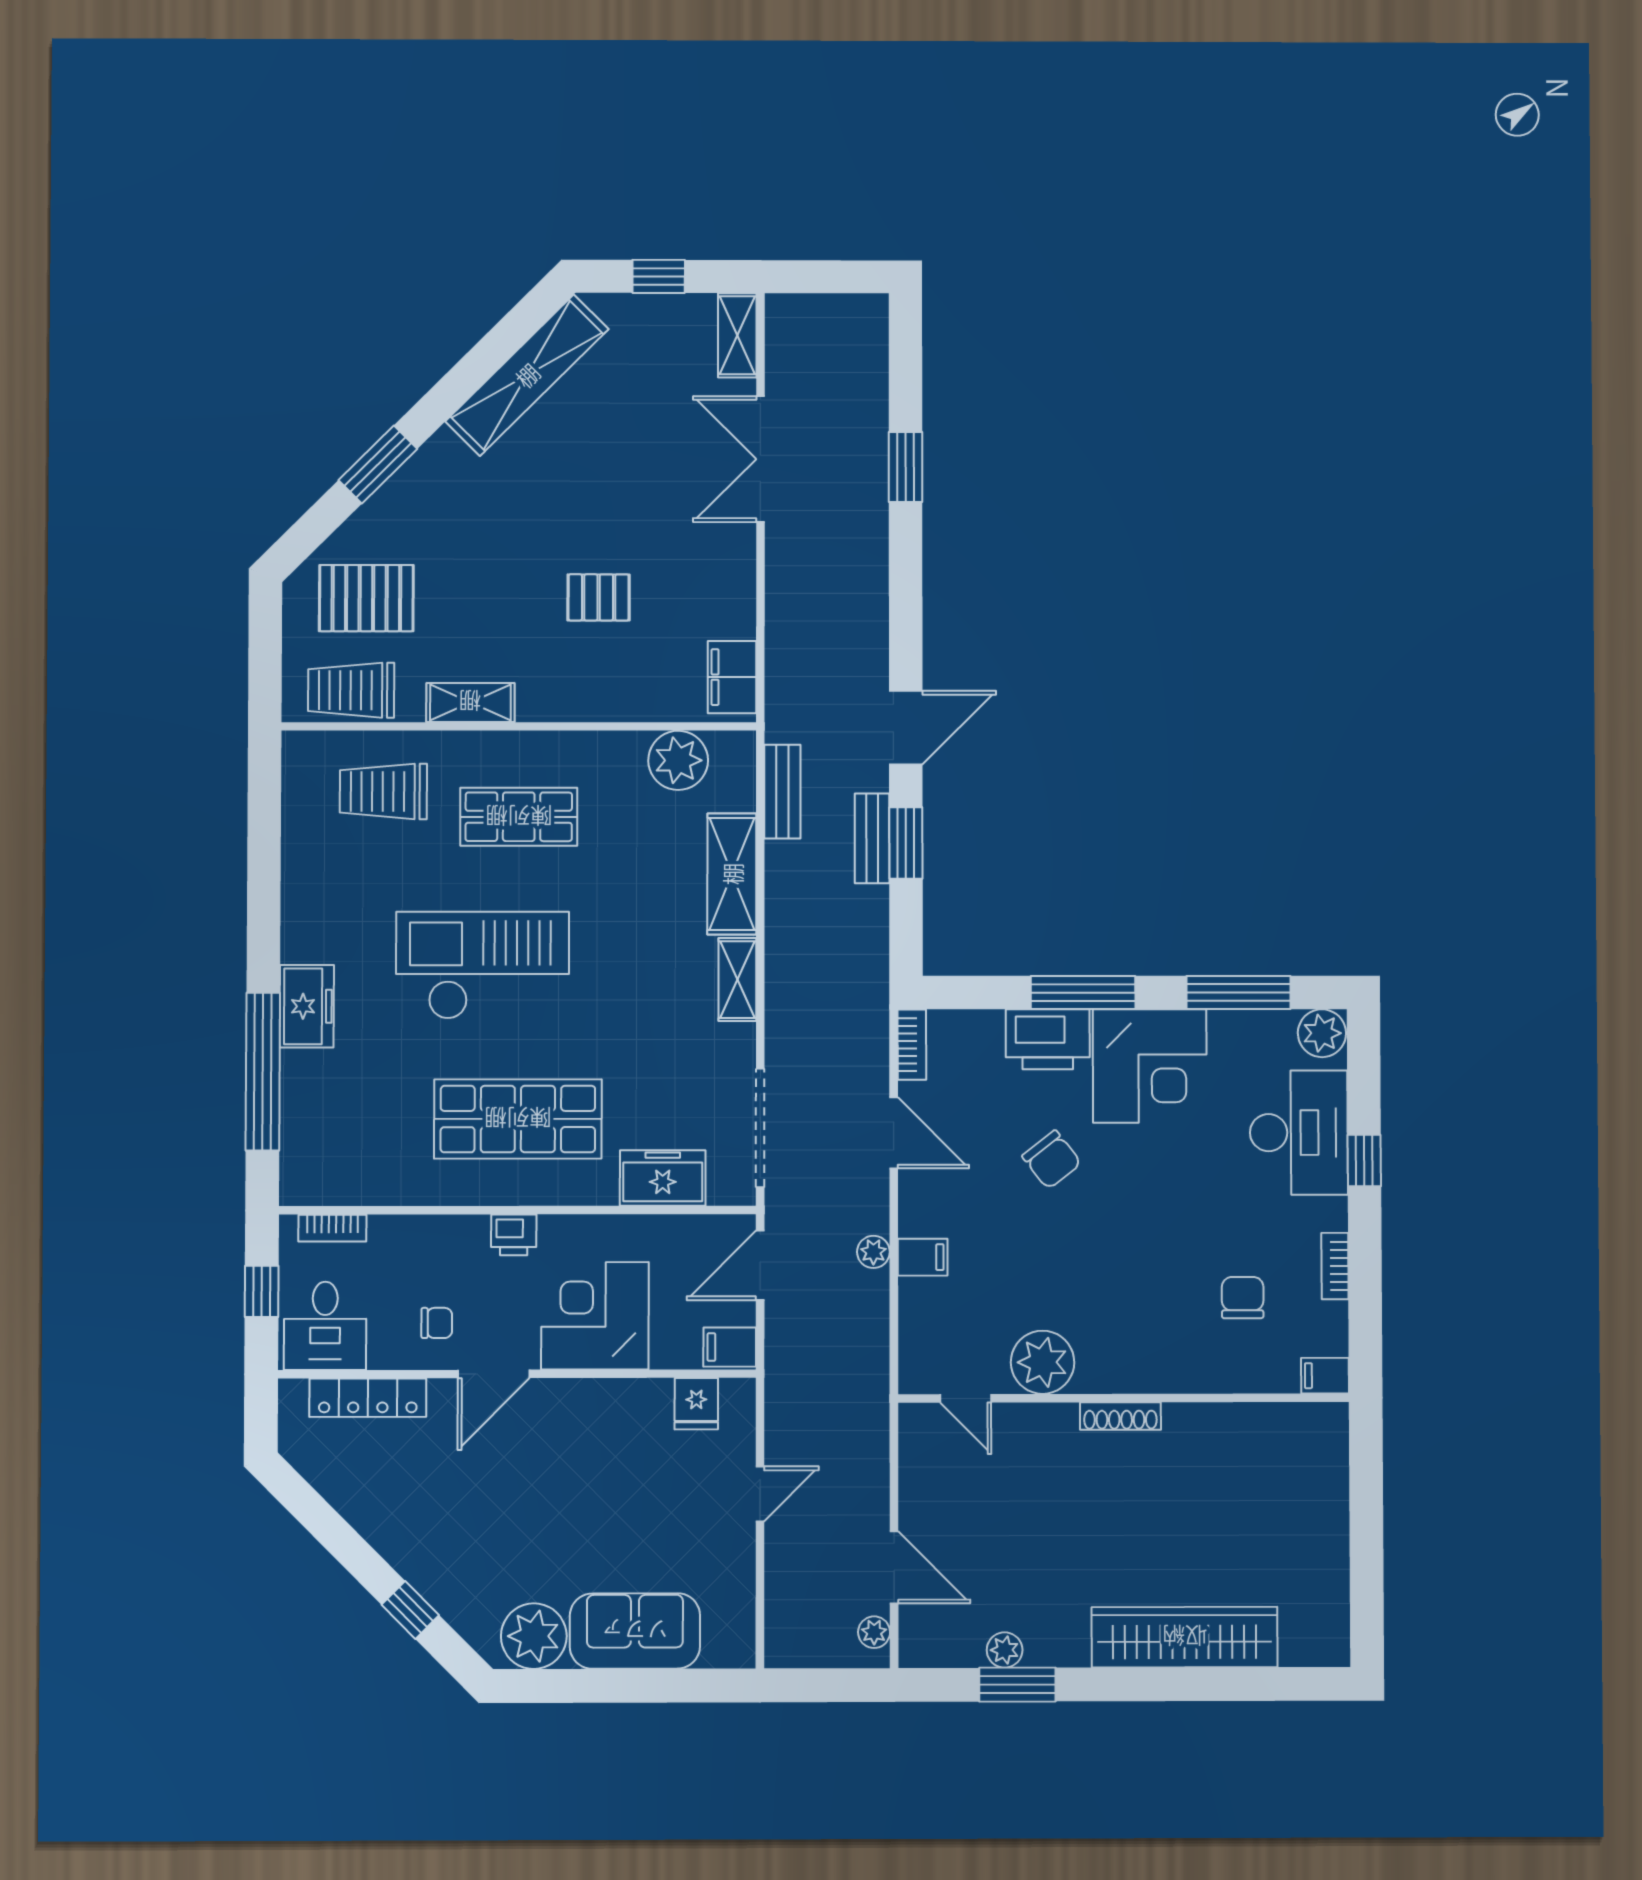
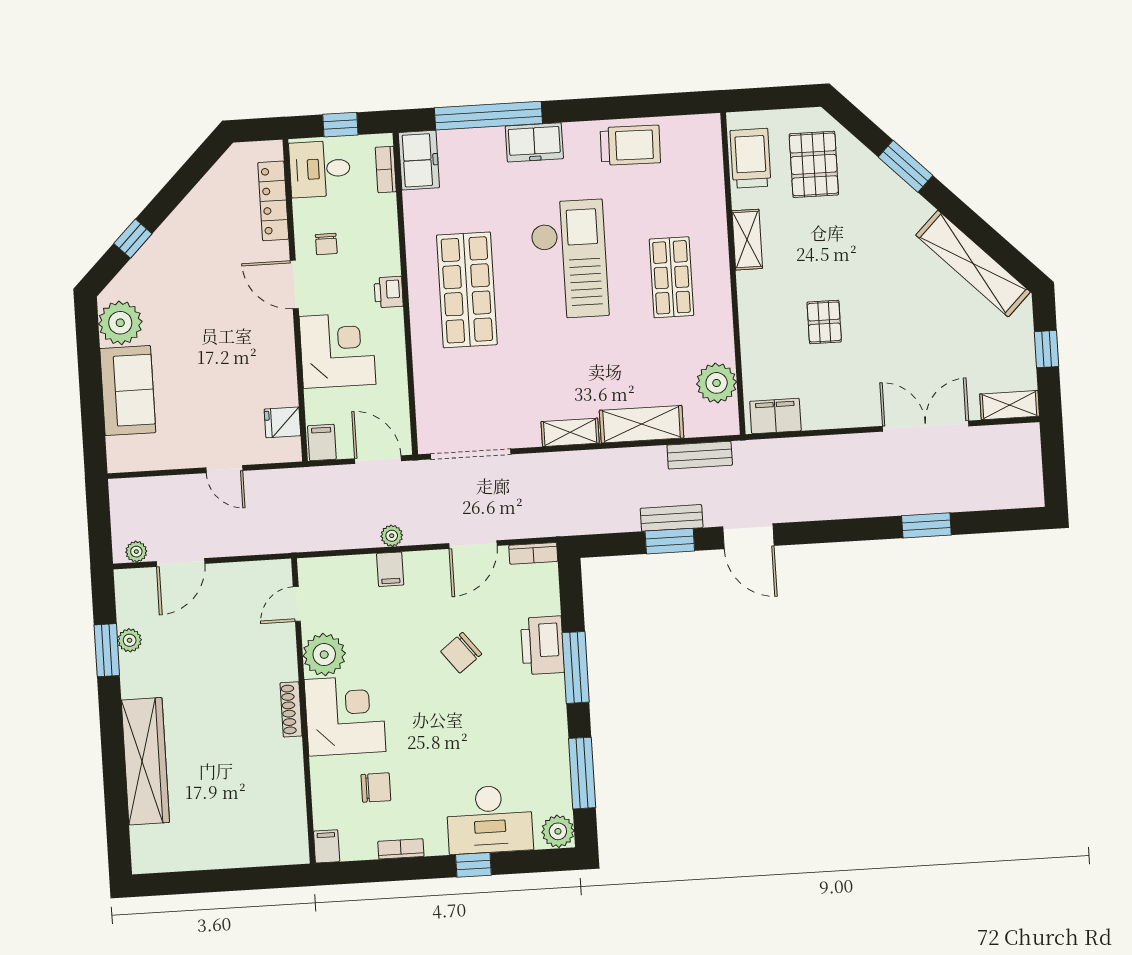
trolley: (383, 791) -> (630, 145), moved, turned 91
corner desk: (1150, 1066) -> (345, 716), moved, turned 180
freezer: (663, 1178) -> (419, 160), moved

